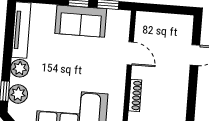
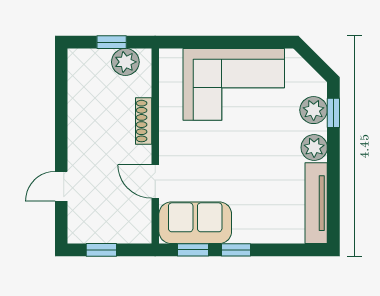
window: (171, 9) -> (101, 250), added
sofa: (81, 21) -> (195, 223), moved

